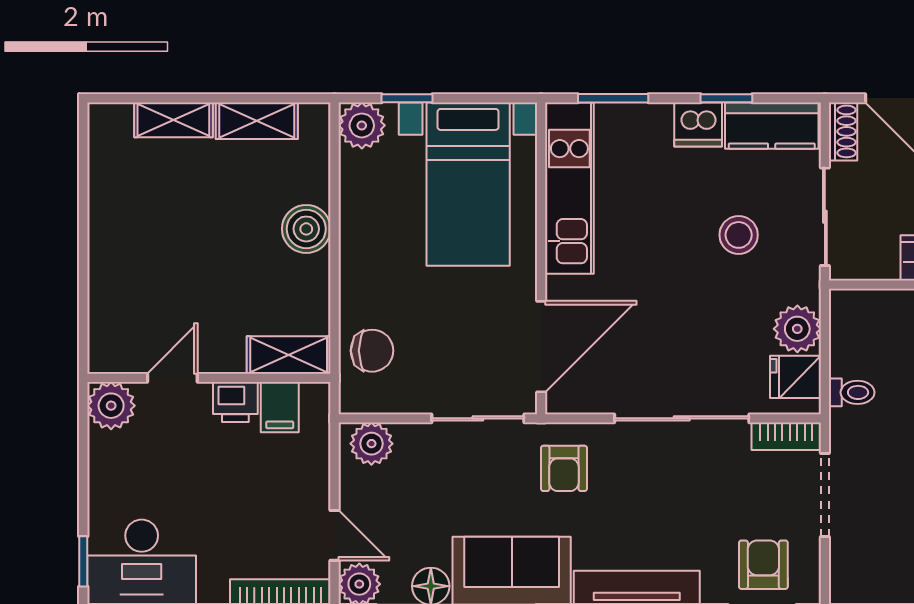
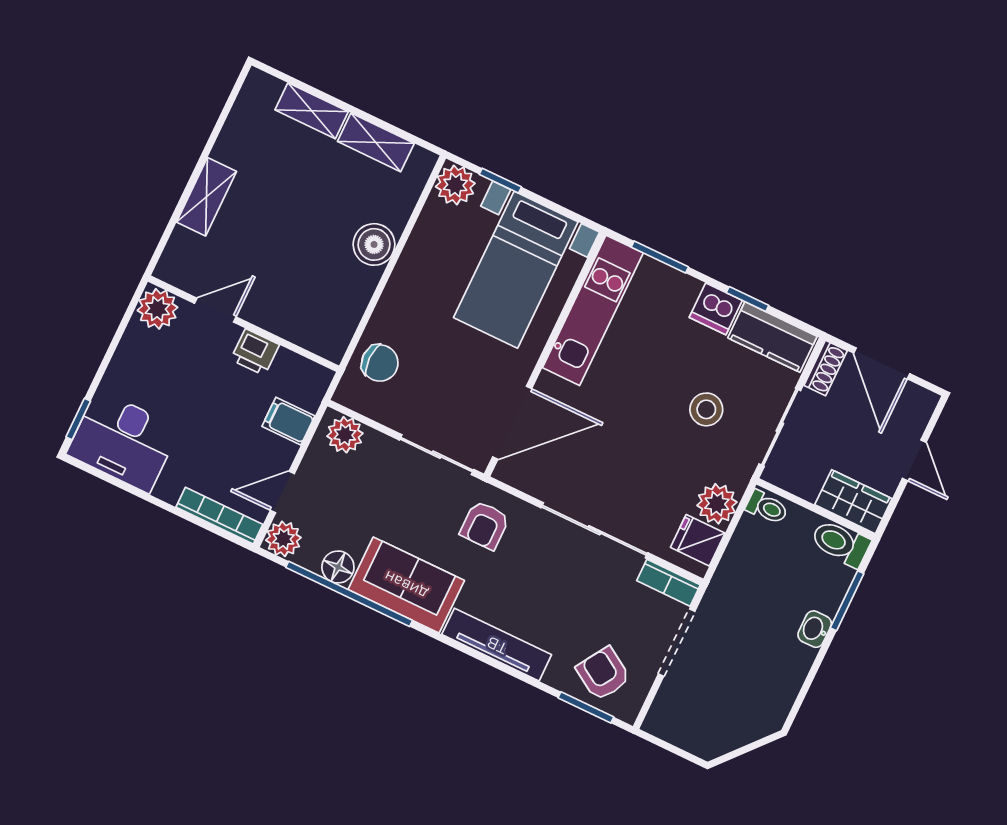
shelving: (289, 355) -> (206, 197), moved, turned 90
toilet: (852, 392) -> (767, 507), moved
filing cabinet: (280, 407) -> (288, 421), moved, turned 90
door: (335, 535) -> (282, 492), swing flipped
armchair: (763, 565) -> (603, 674), turned -58

